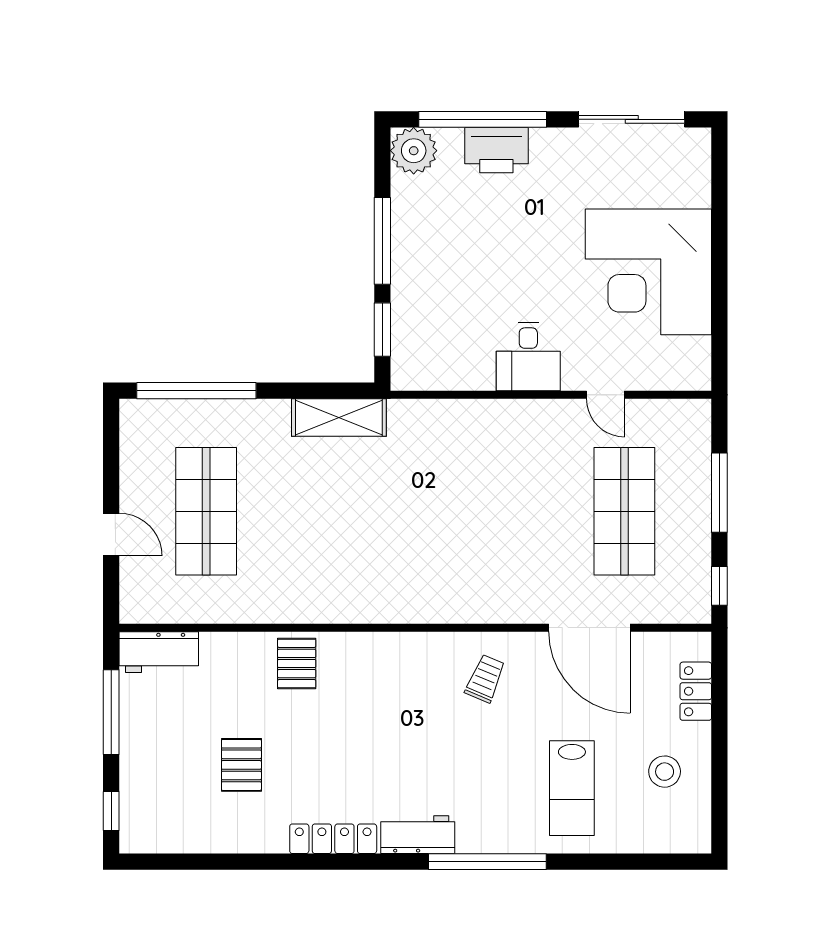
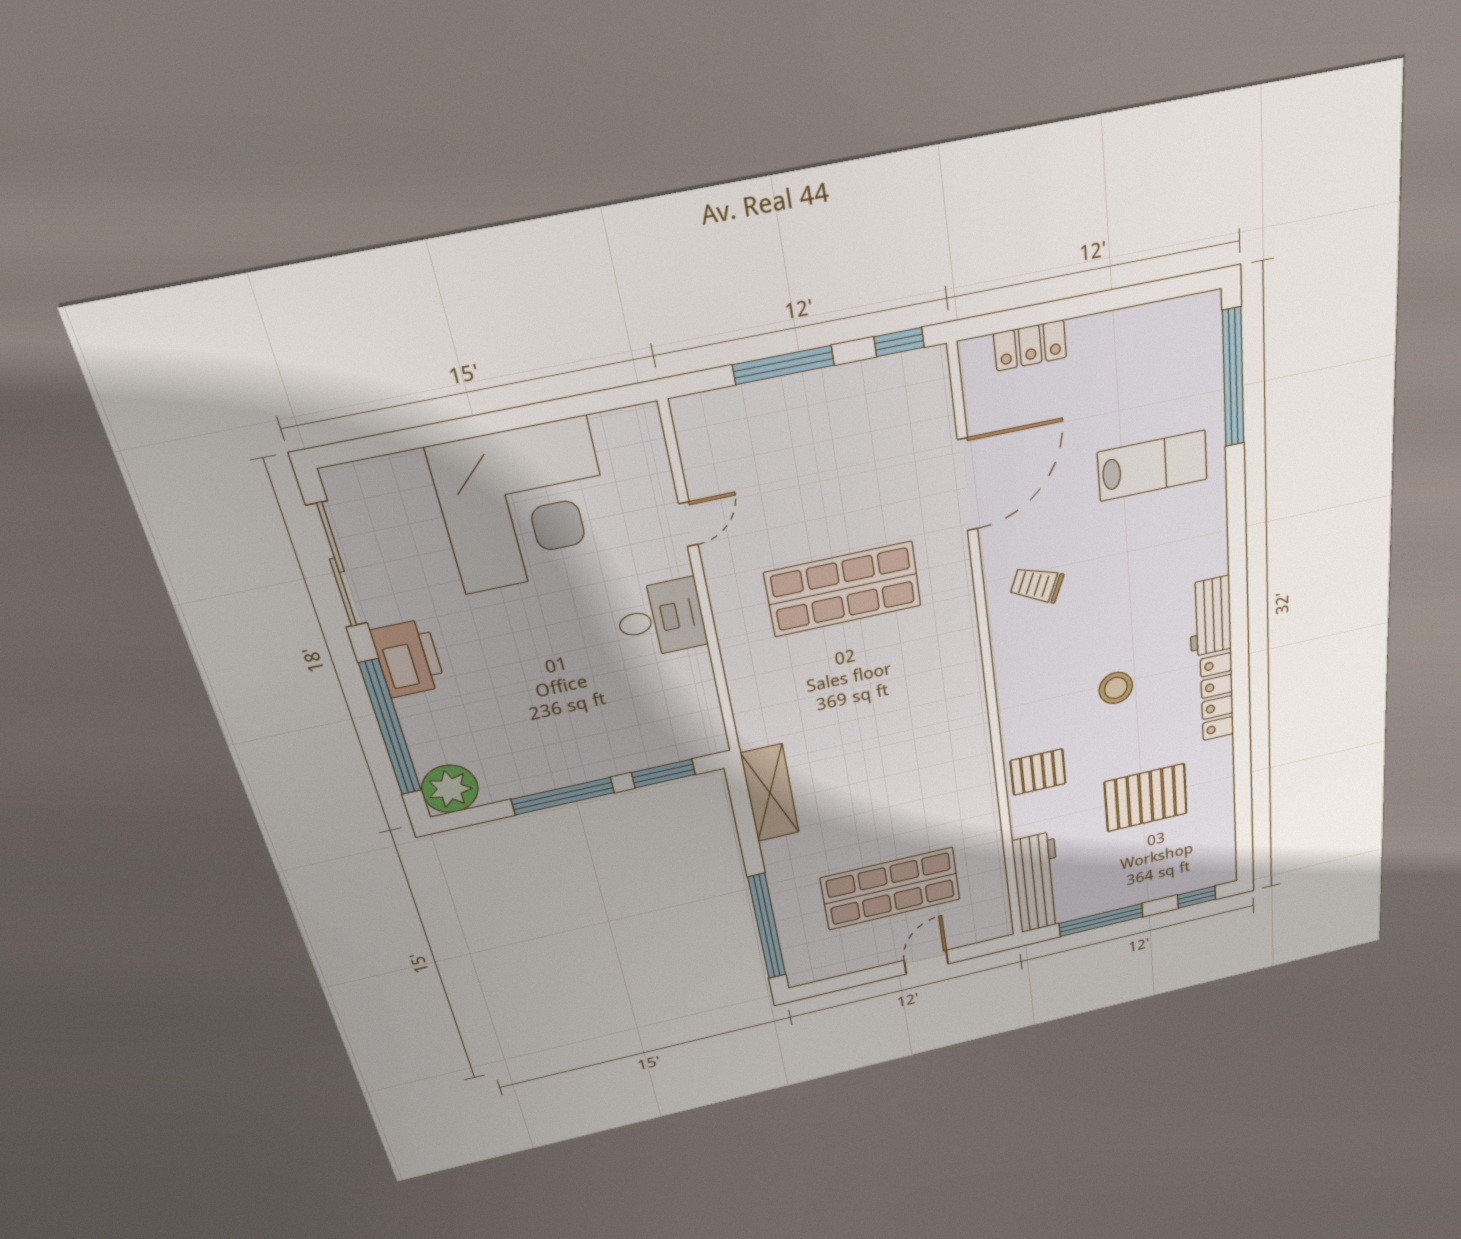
printer: (496, 150) -> (408, 659), moved
shop shelf: (624, 511) -> (843, 589), moved
workbench: (159, 652) -> (1037, 883), width x1.38
pallet: (241, 765) -> (1146, 798), width x1.50, depth x1.42
stool: (665, 772) -> (1116, 688), moved
window: (487, 862) -> (1233, 378), moved

